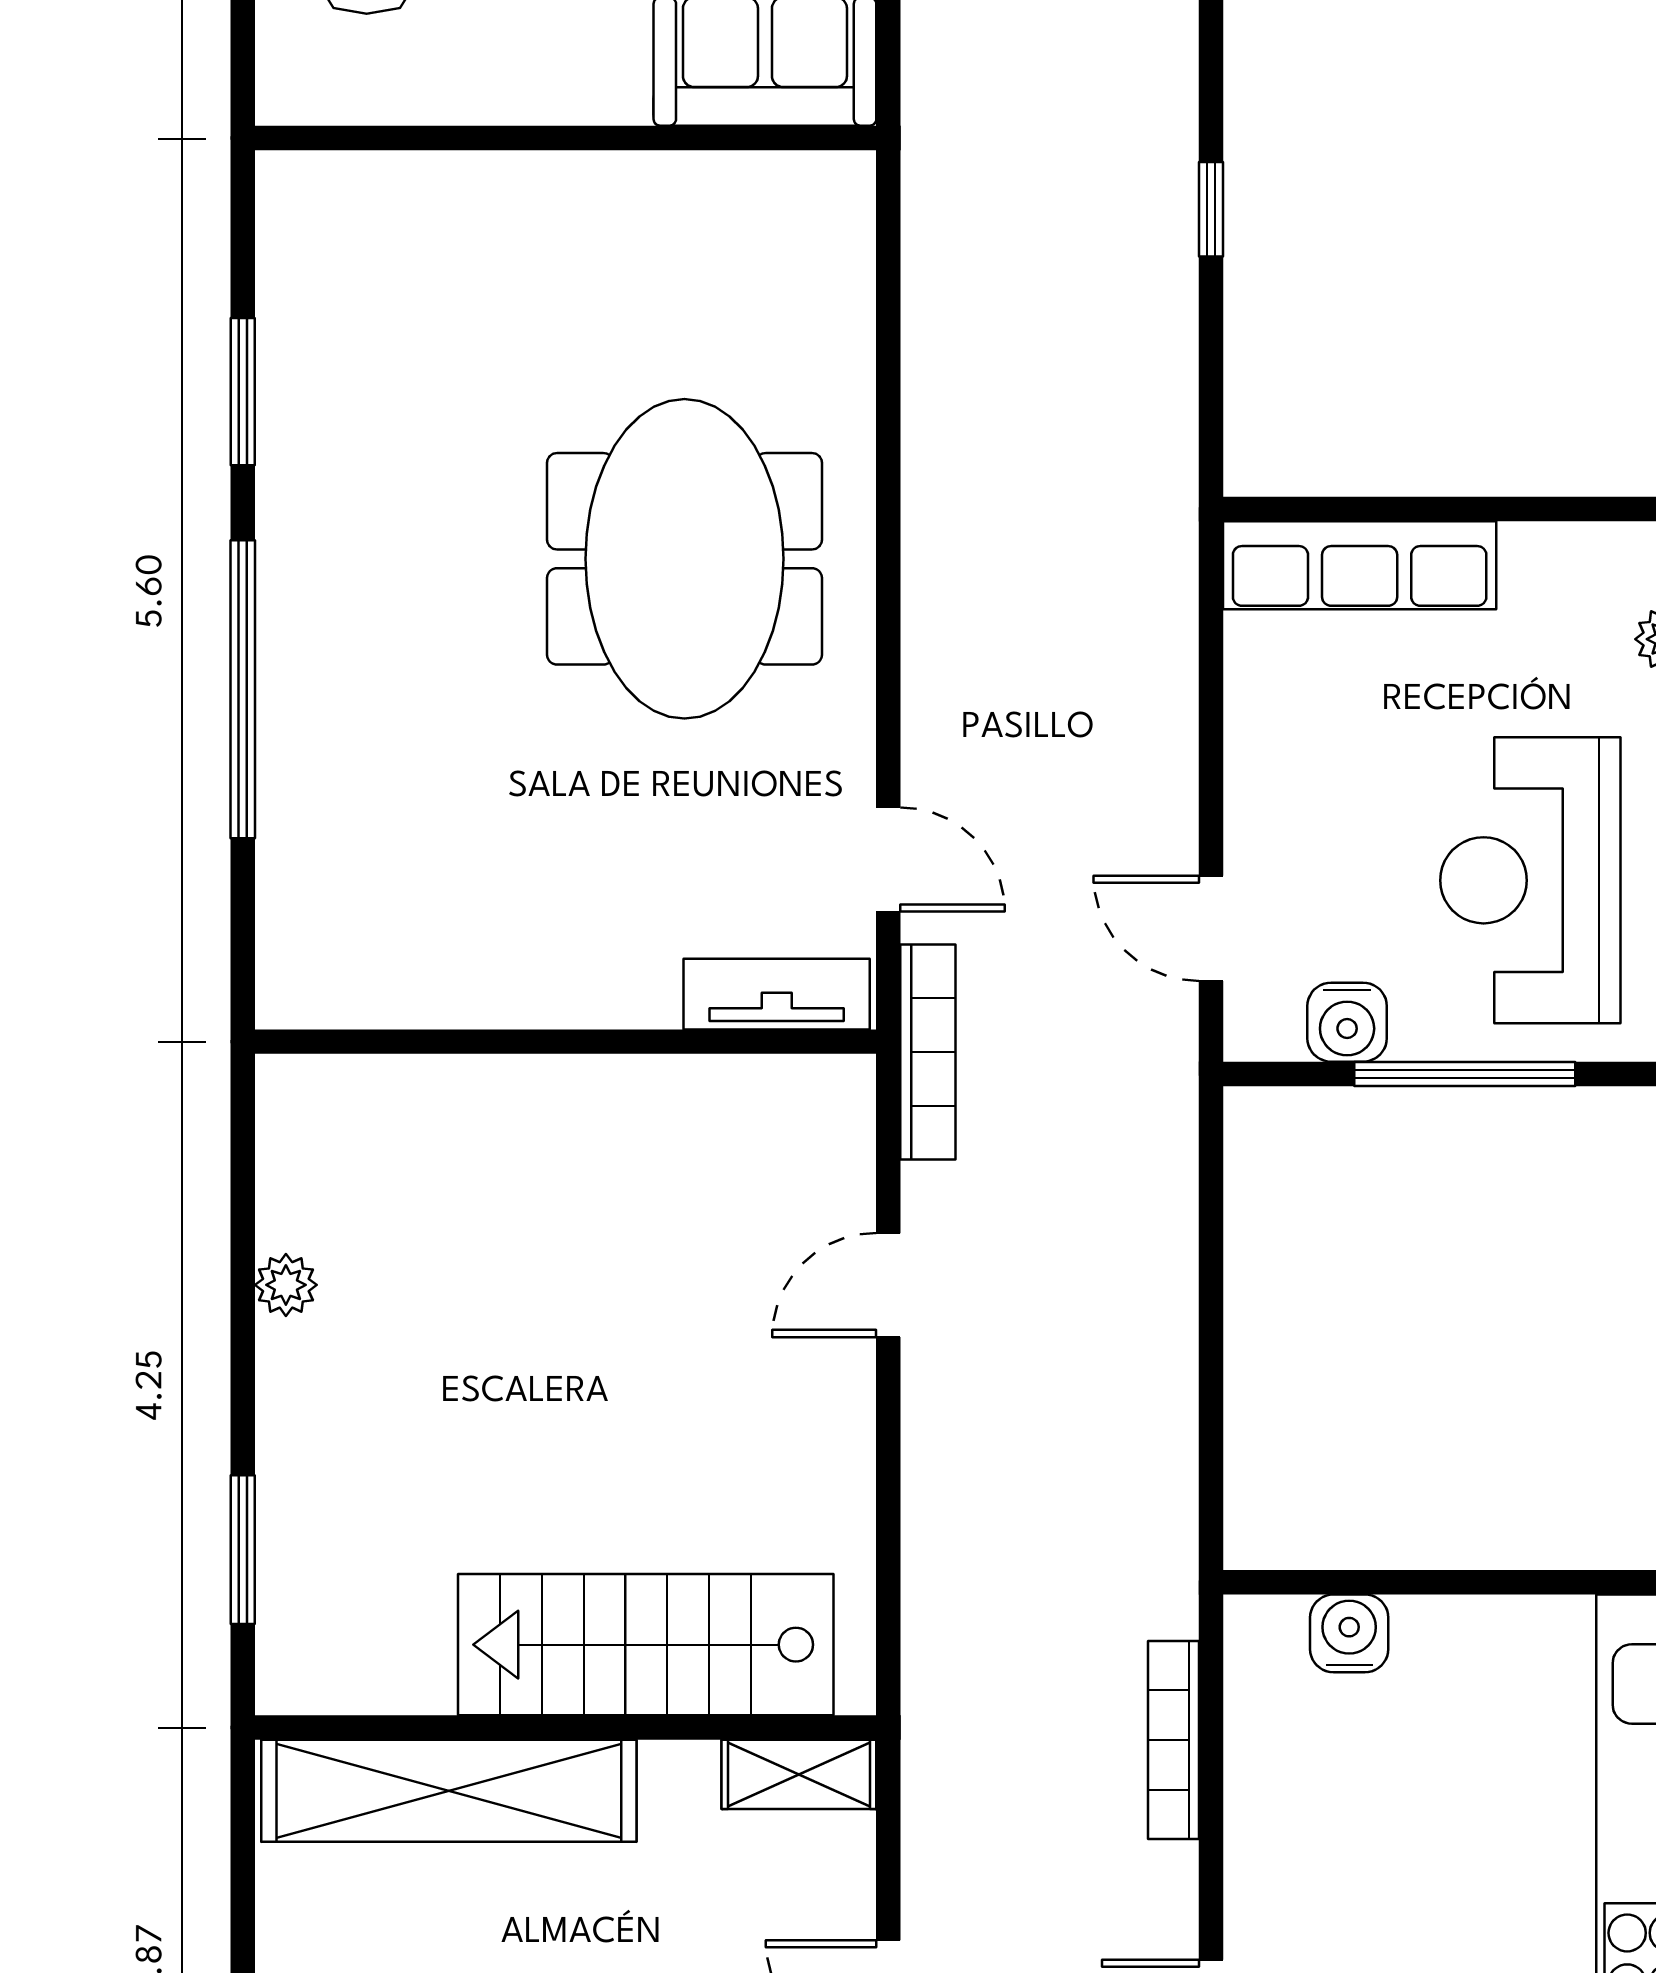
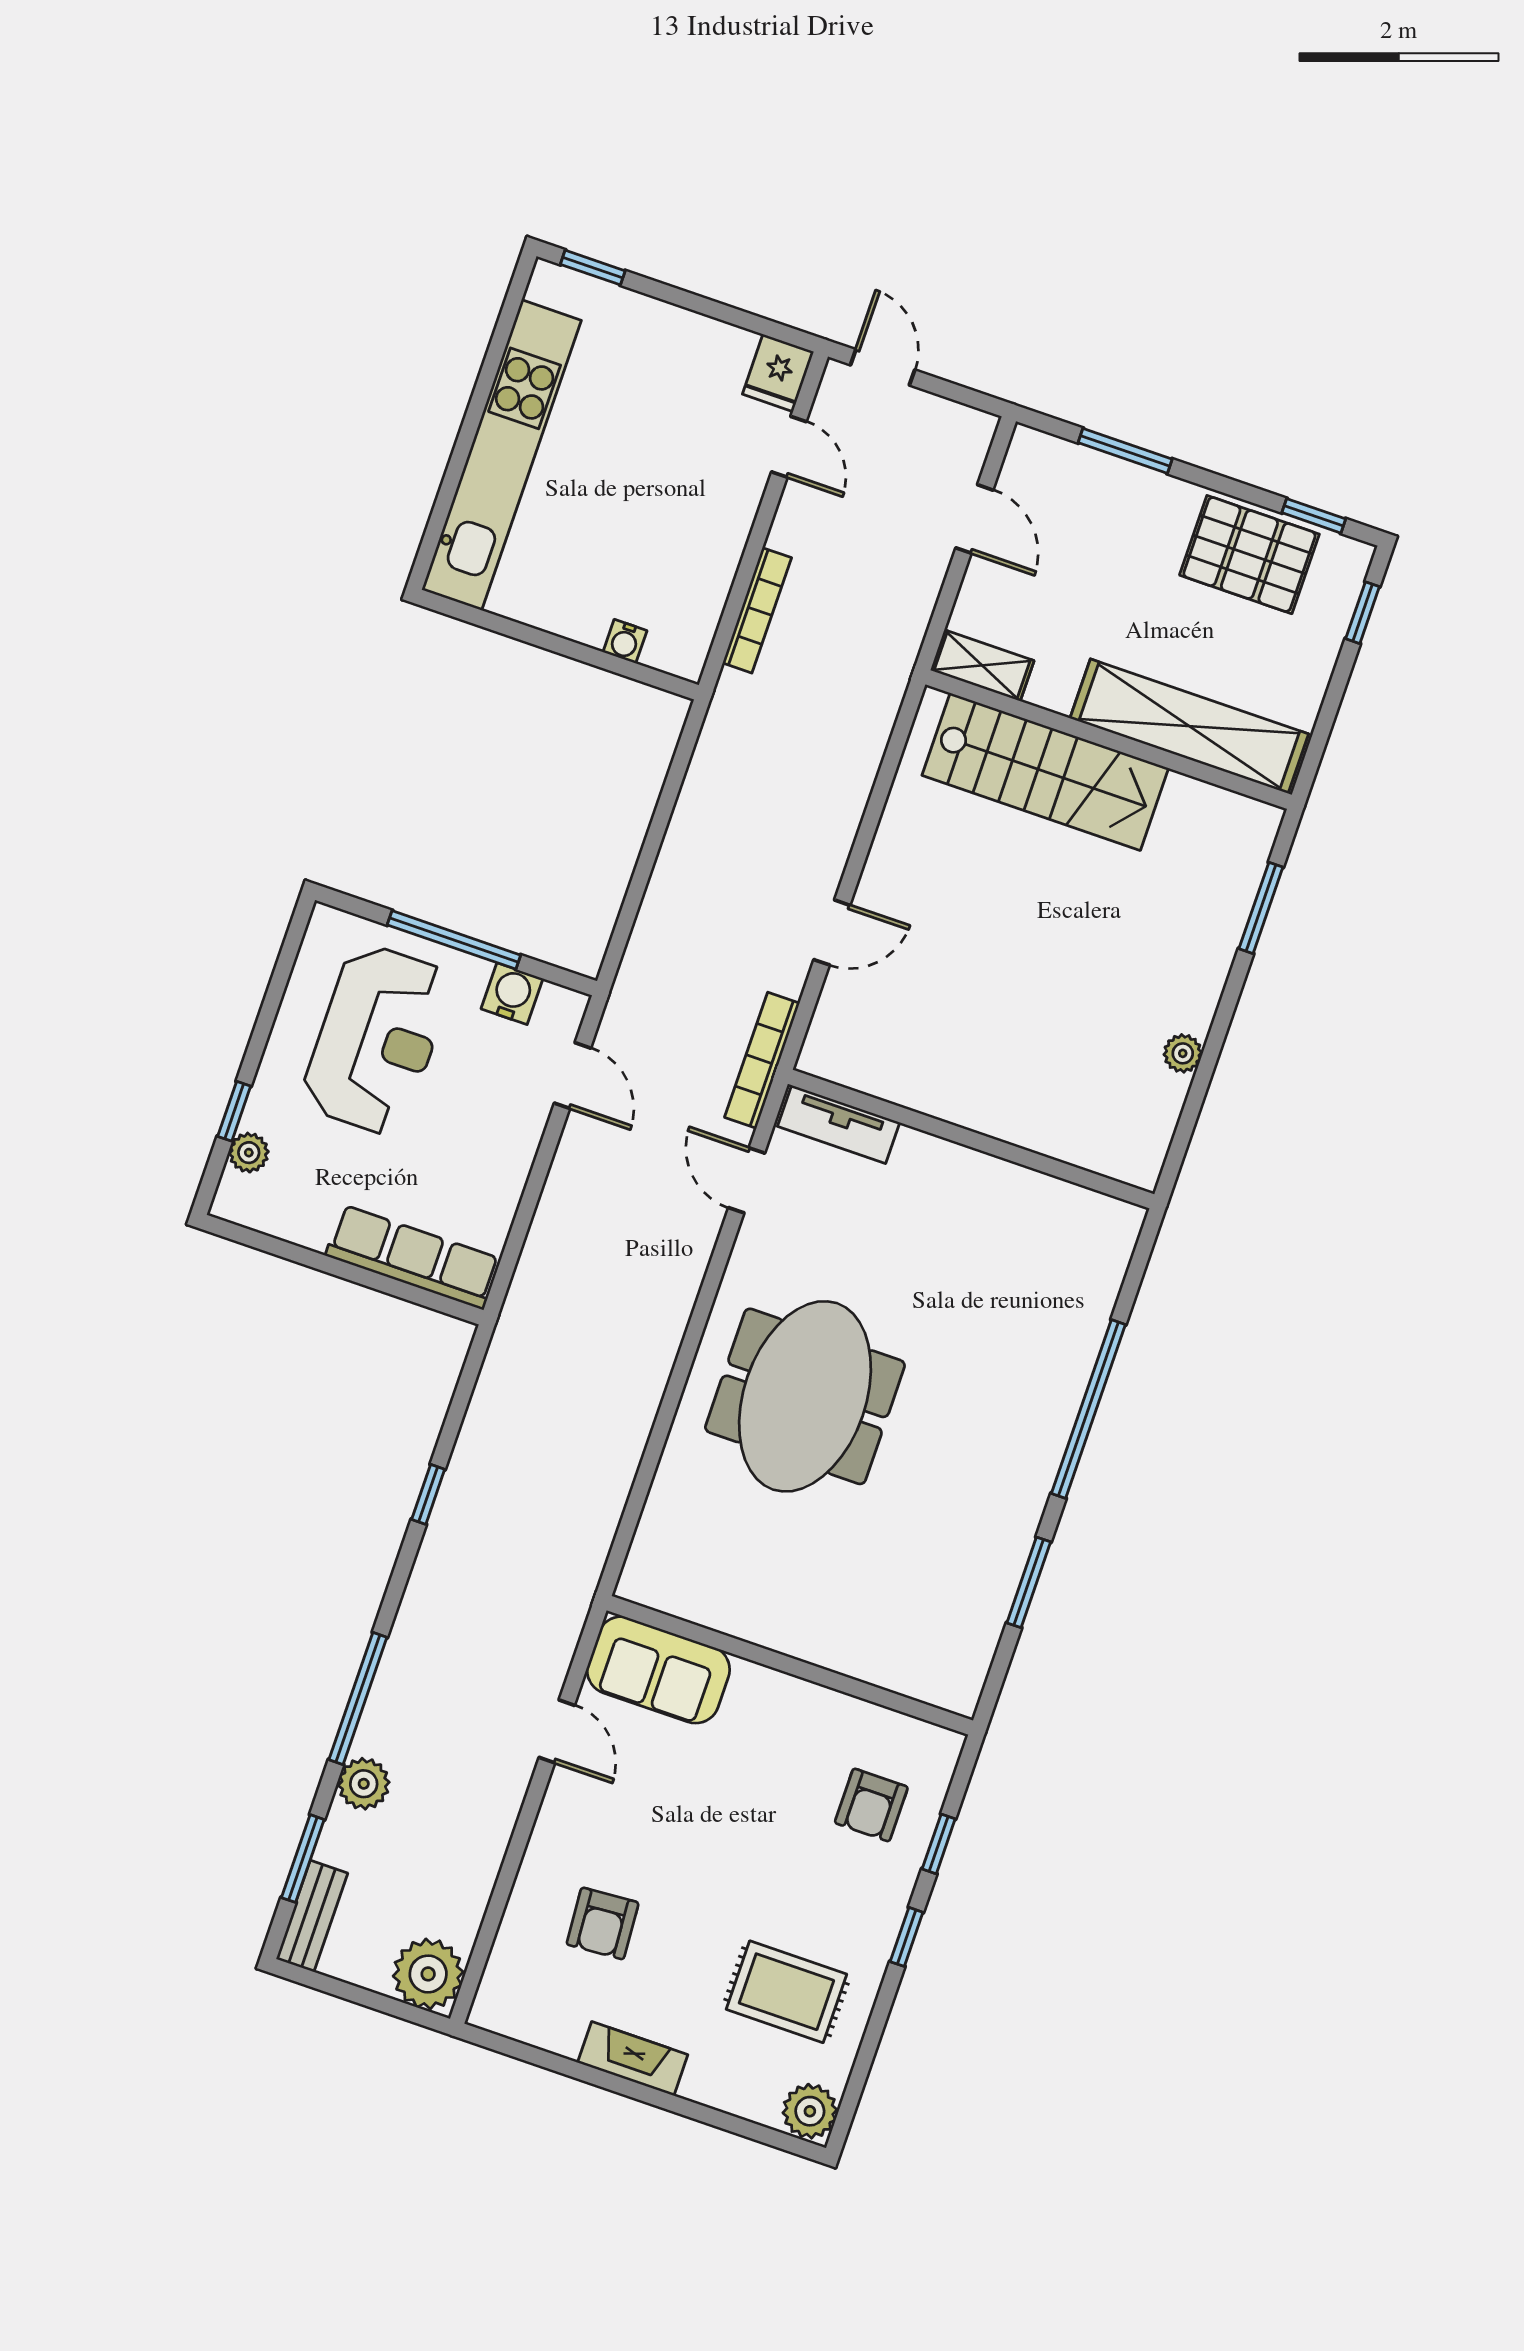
water cooler: (1349, 1633) -> (625, 641), width x0.72, depth x0.72

